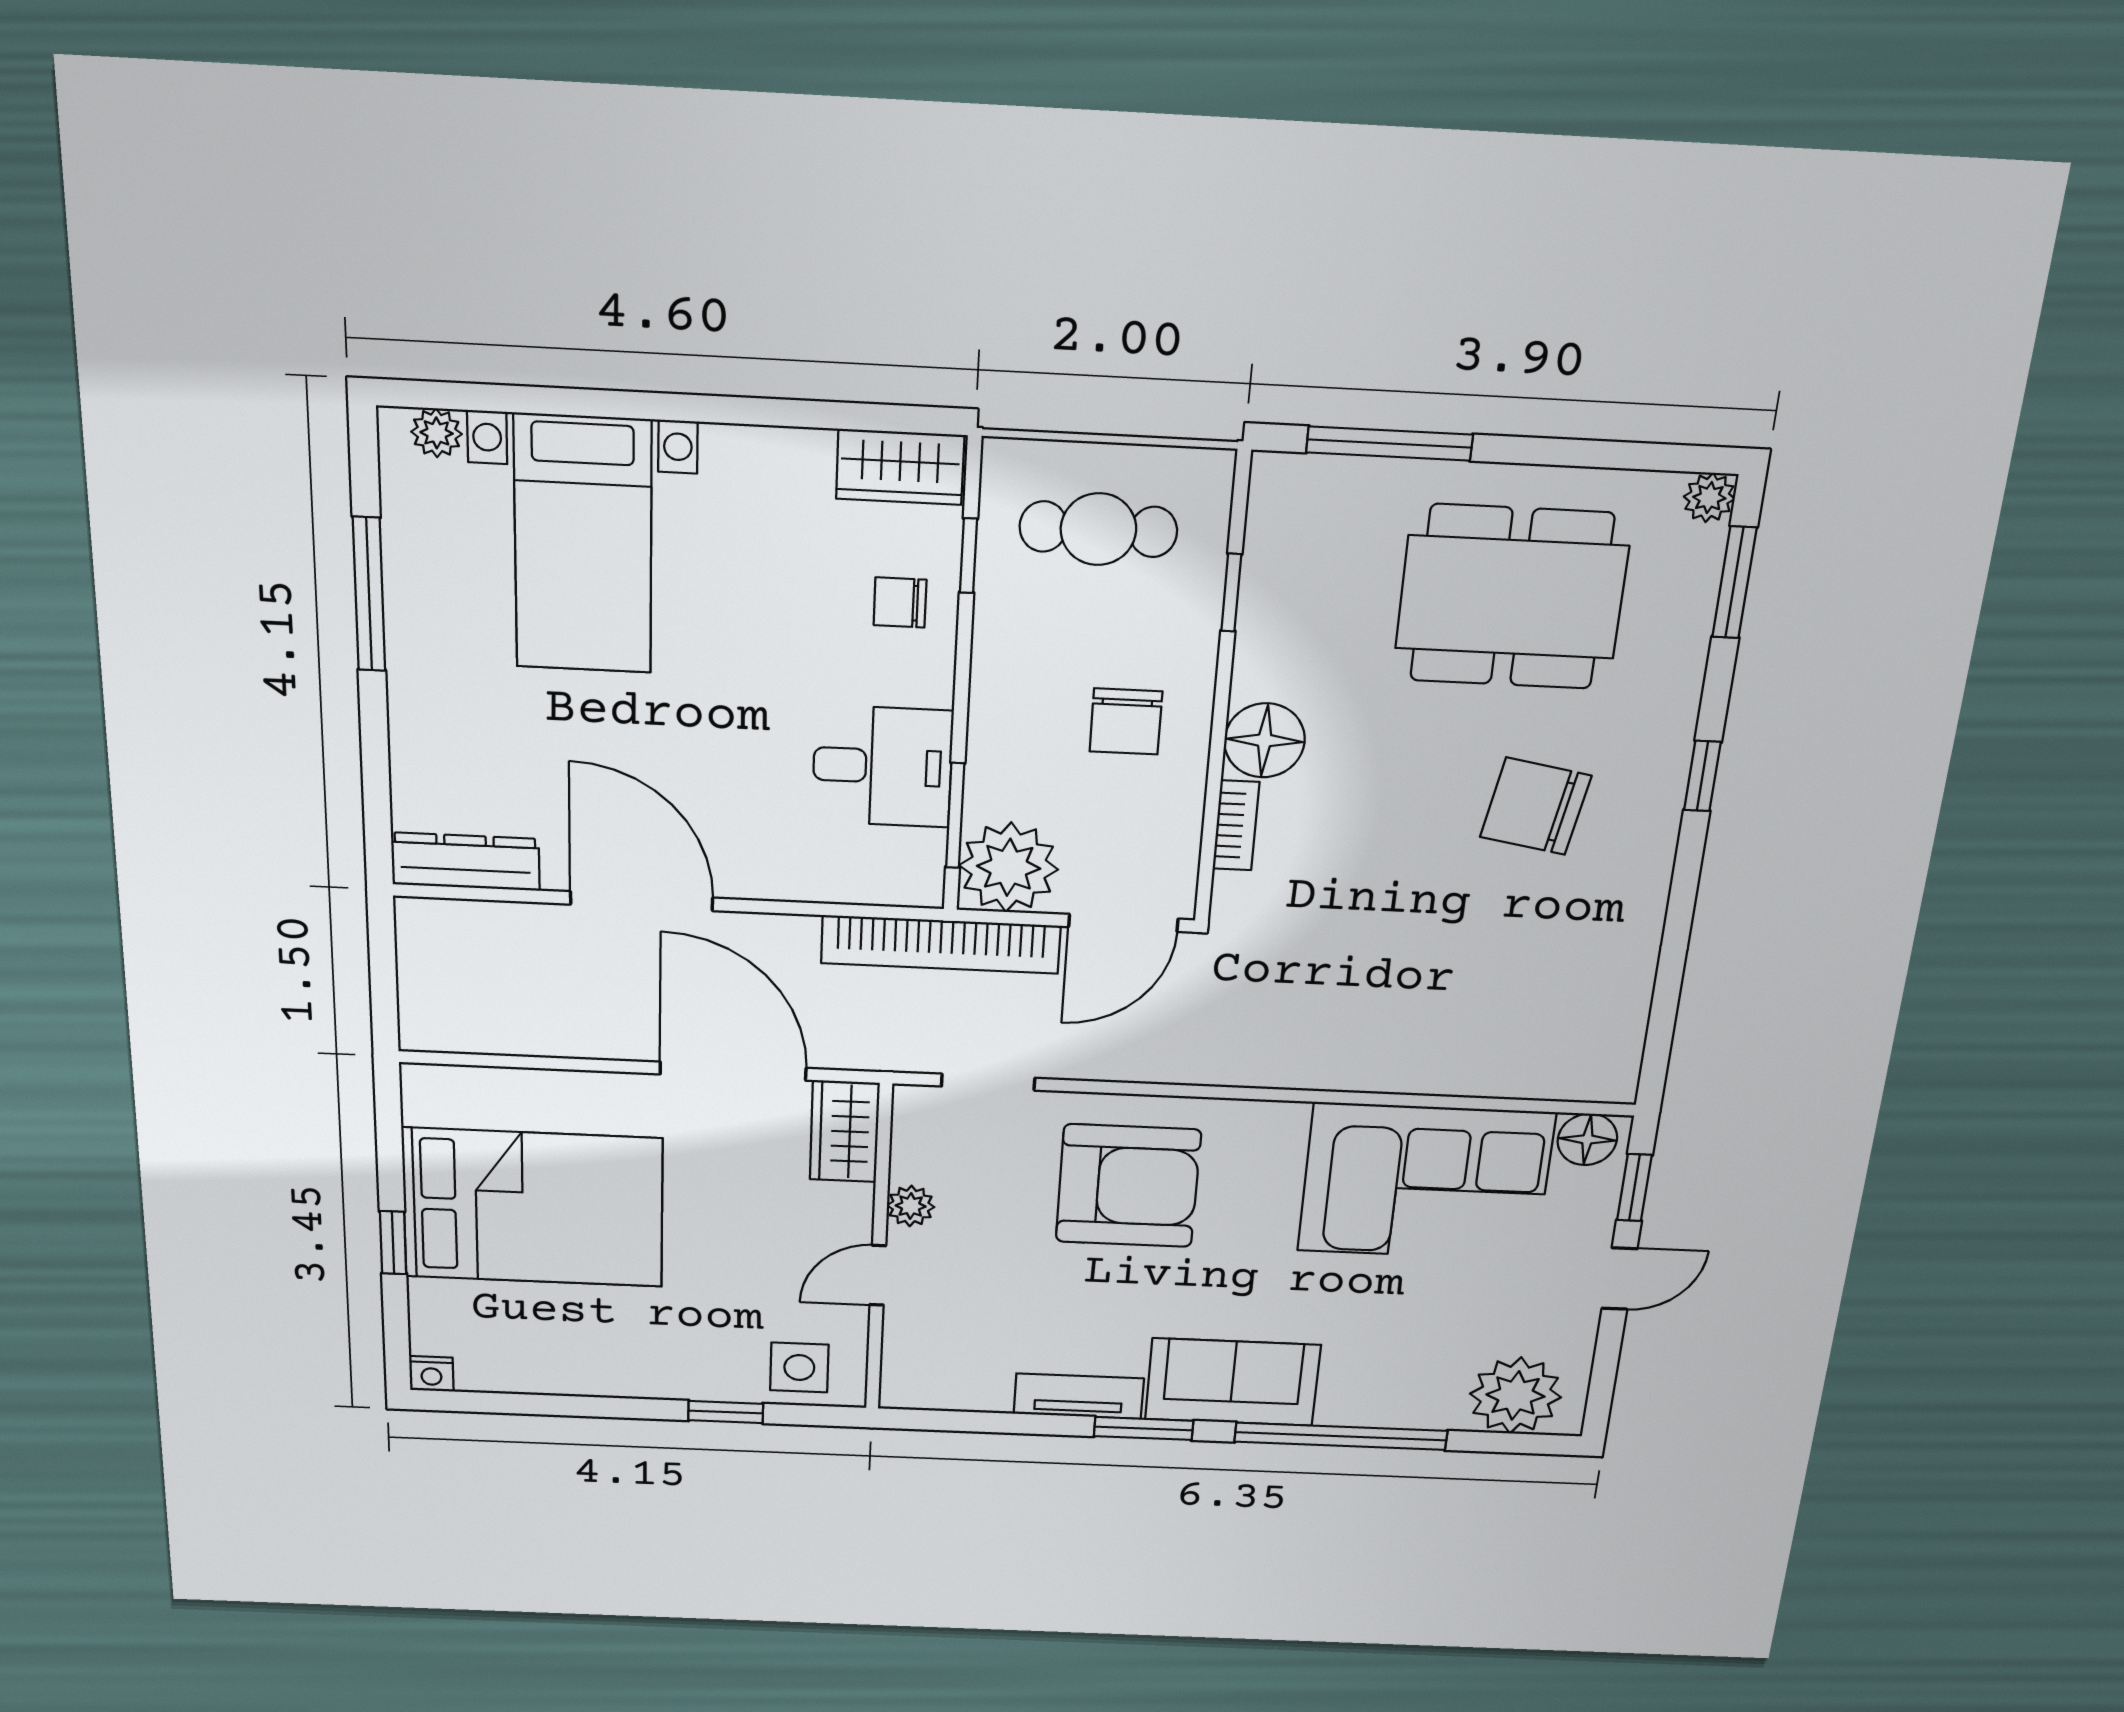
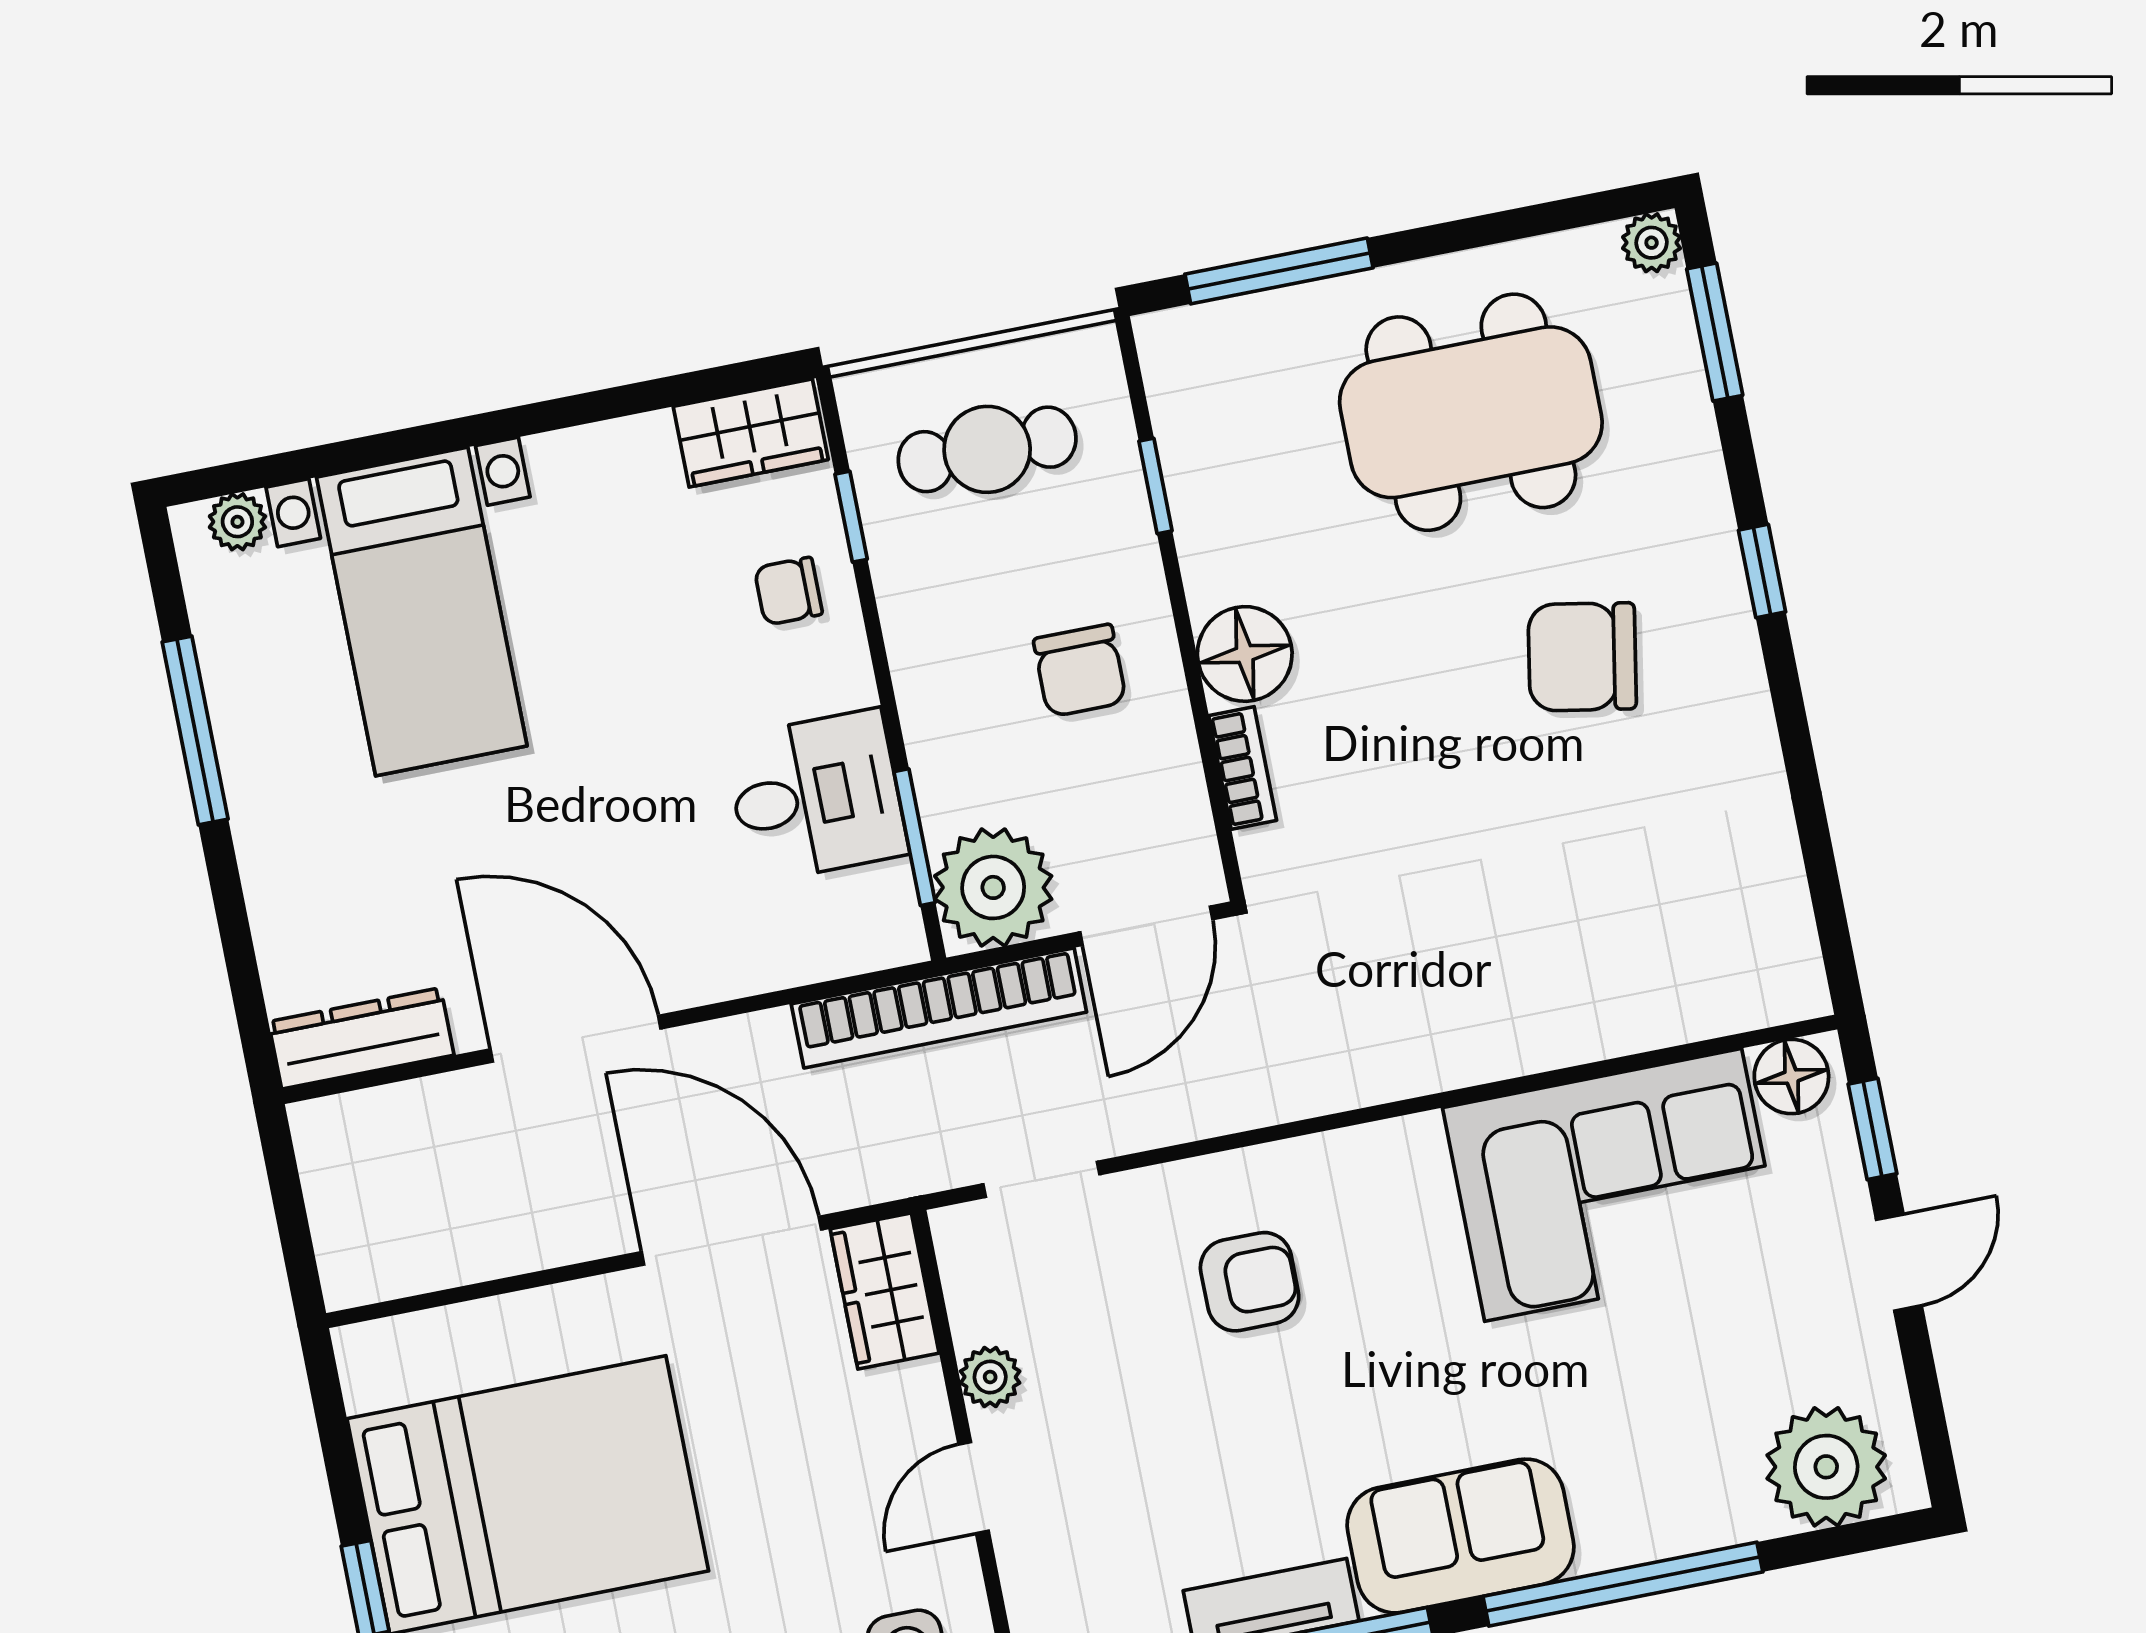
armchair: (1128, 1186) -> (1250, 1282), width x0.53, depth x0.53

